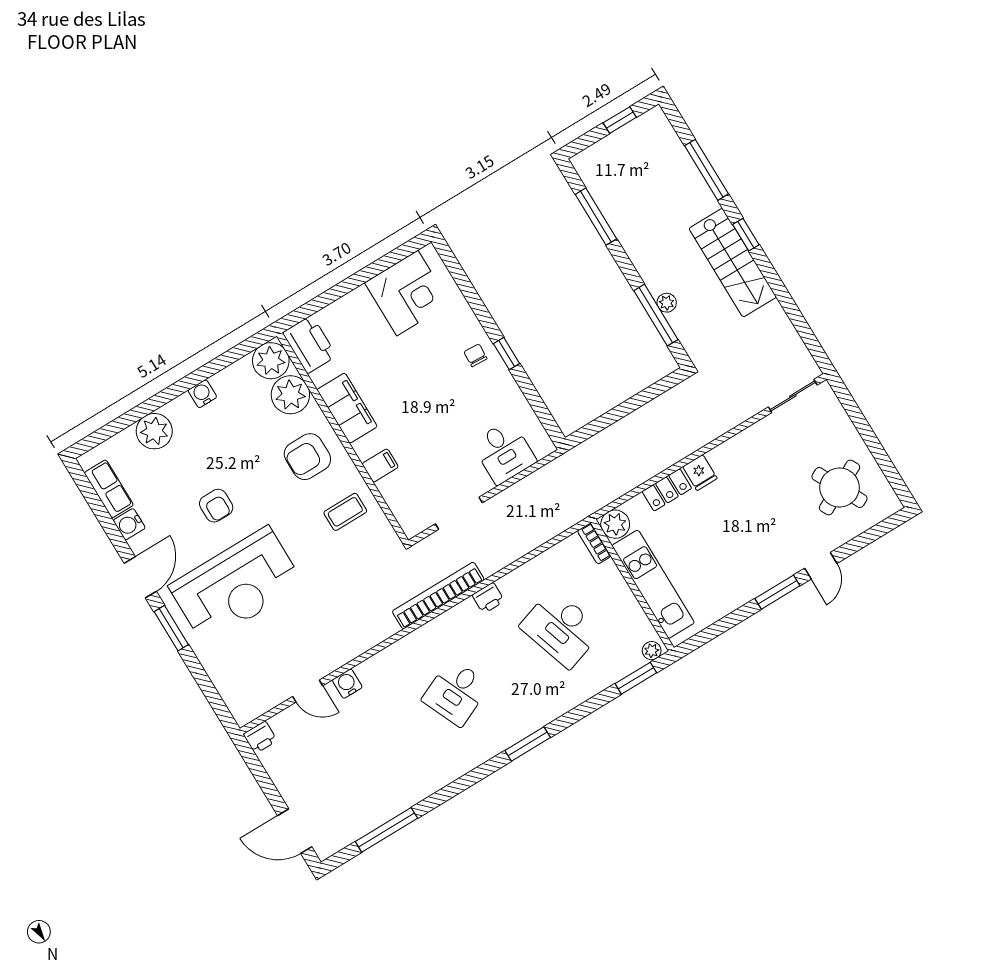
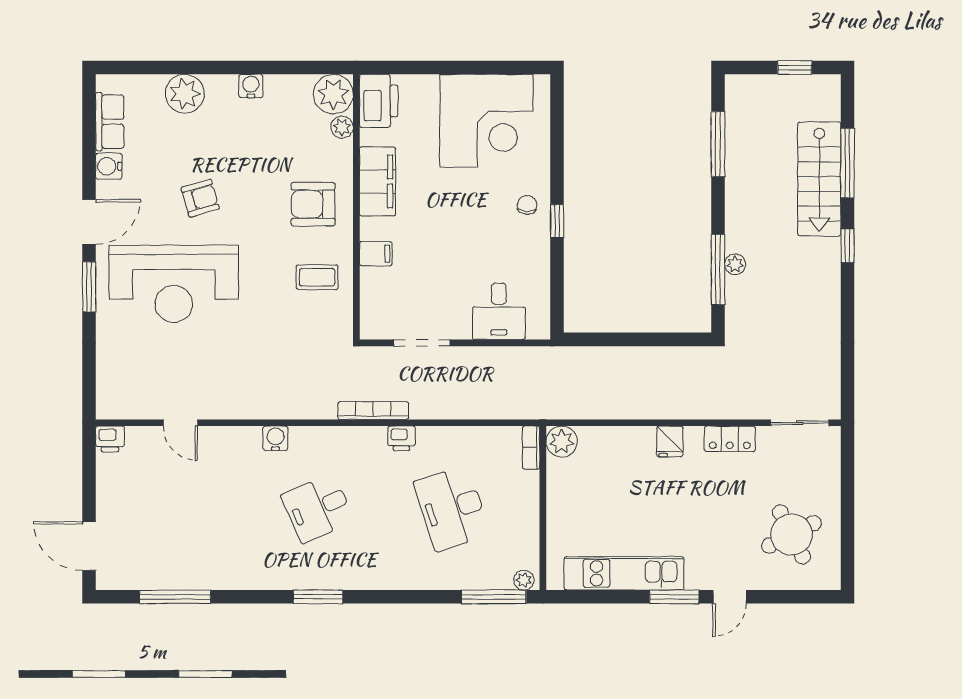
stairs: (733, 263) -> (819, 179), moved
corner desk: (407, 293) -> (487, 121), width x1.36, depth x1.36
plant: (290, 395) -> (342, 127), width x0.53, depth x0.53
locker: (667, 490) -> (730, 439), moved
armchair: (216, 506) -> (200, 198), turned -106
kitchen unit: (653, 584) -> (624, 573), moved, turned -90
bookcase: (438, 596) -> (373, 411), width x0.68, depth x0.76
window: (636, 678) -> (494, 597), width x1.44
water cooler: (347, 684) -> (275, 438), moved
window: (528, 744) -> (318, 597), moved

